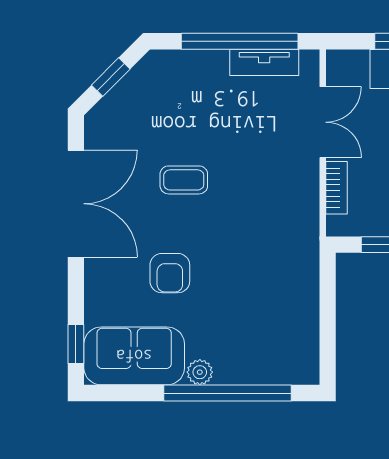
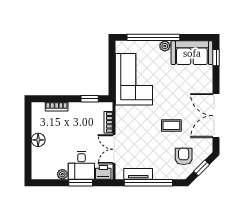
printer: (349, 66) -> (103, 172), added
armchair: (170, 273) -> (184, 156), moved
corner sofa: (275, 292) -> (134, 79), added

